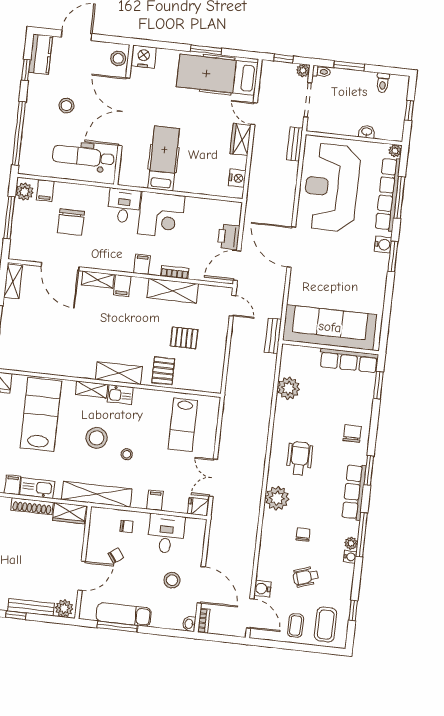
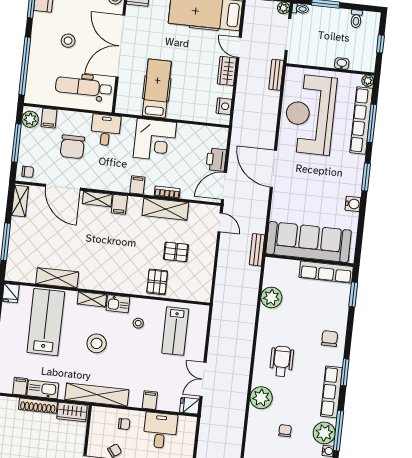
desk: (124, 206) -> (106, 130), moved
water cooler: (383, 245) -> (353, 204), moved
chair: (22, 249) -> (28, 172), added
shelving: (119, 373) -> (57, 278), moved
stool: (127, 454) -> (138, 323), moved
plant: (351, 543) -> (324, 433), width x1.88, depth x1.88

